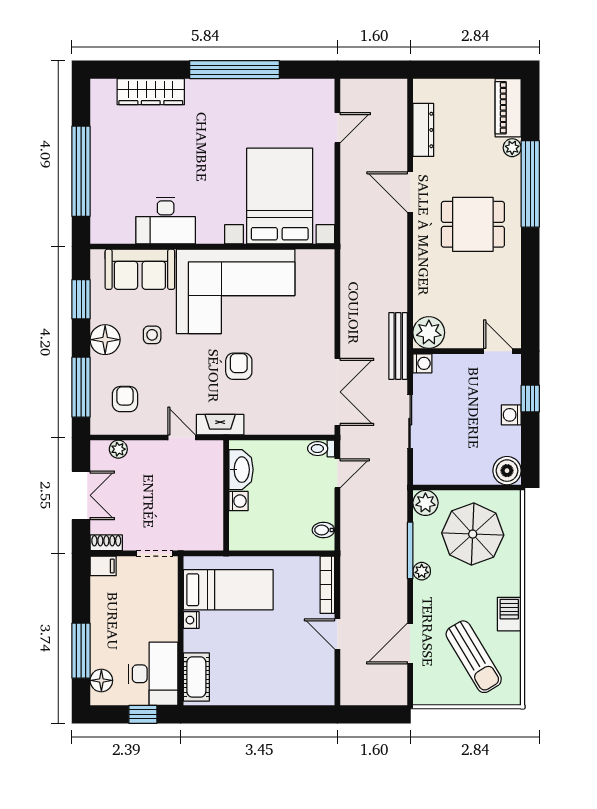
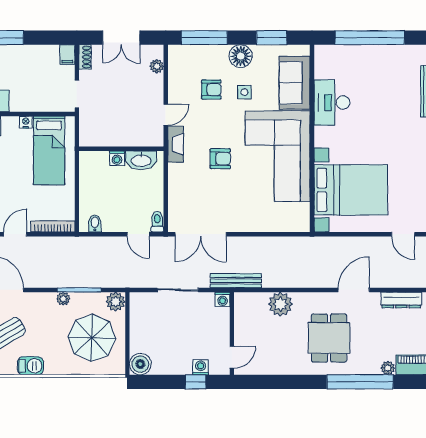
plant: (429, 333) -> (280, 304), moved
armchair: (125, 399) -> (211, 89), moved
washing machine: (511, 415) -> (201, 367), moved

